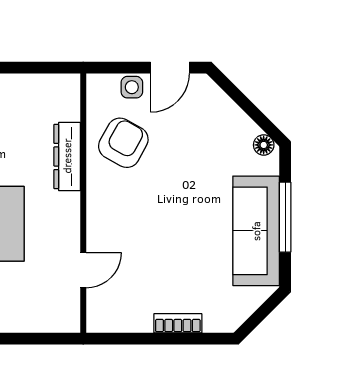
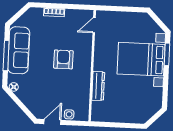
armchair: (123, 143) -> (63, 59), moved, turned 151
door: (83, 270) -> (94, 25), moved

